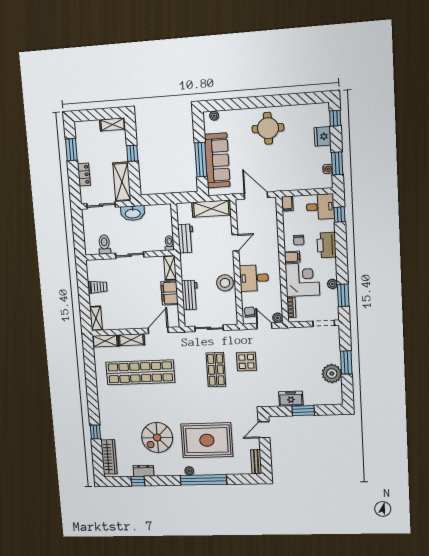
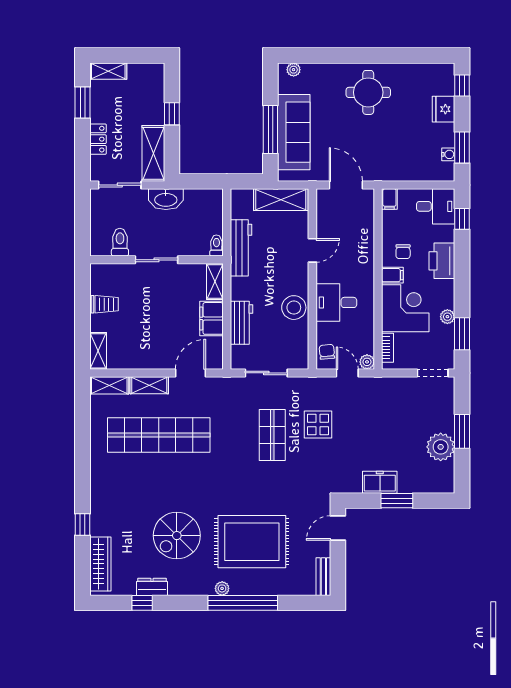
shelving: (113, 124) -> (108, 71), moved
workbench: (186, 238) -> (241, 248), width x1.38

